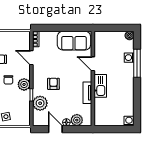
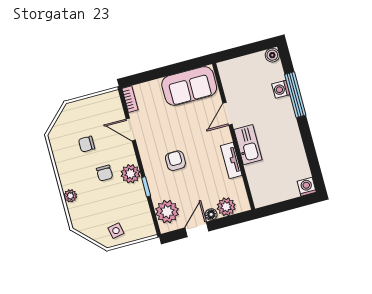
door: (93, 64) -> (228, 114), hinge flipped
plant: (40, 103) -> (167, 212), moved
door: (55, 129) -> (197, 229), hinge flipped

